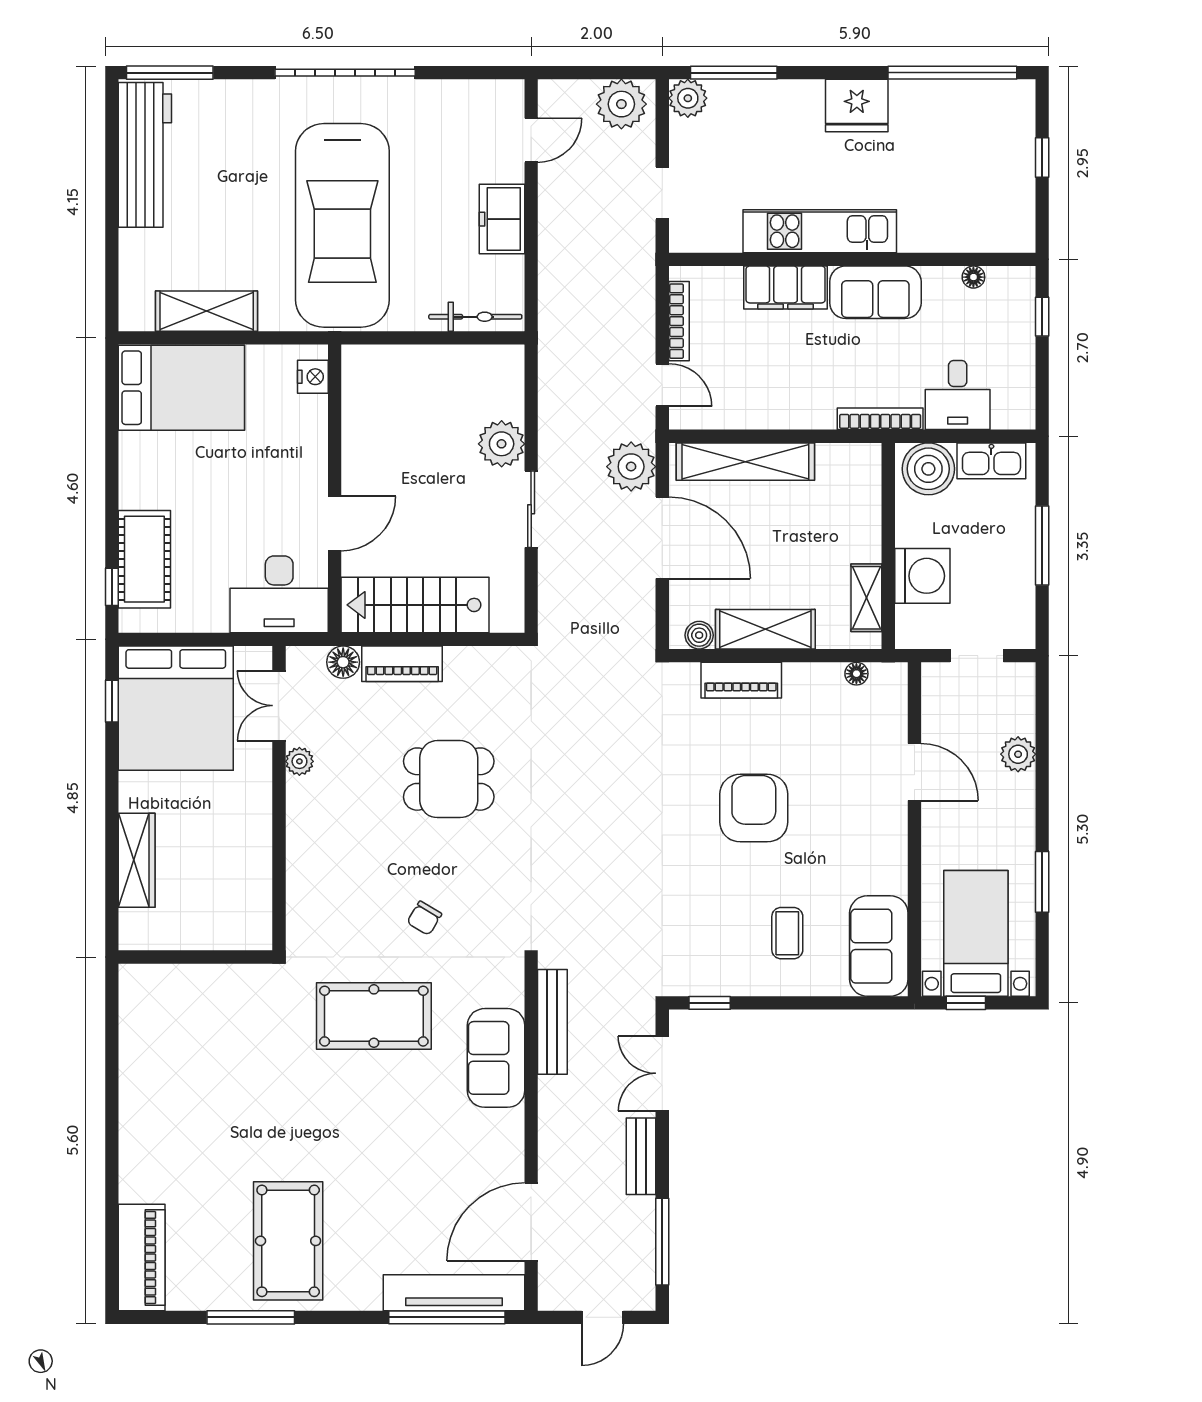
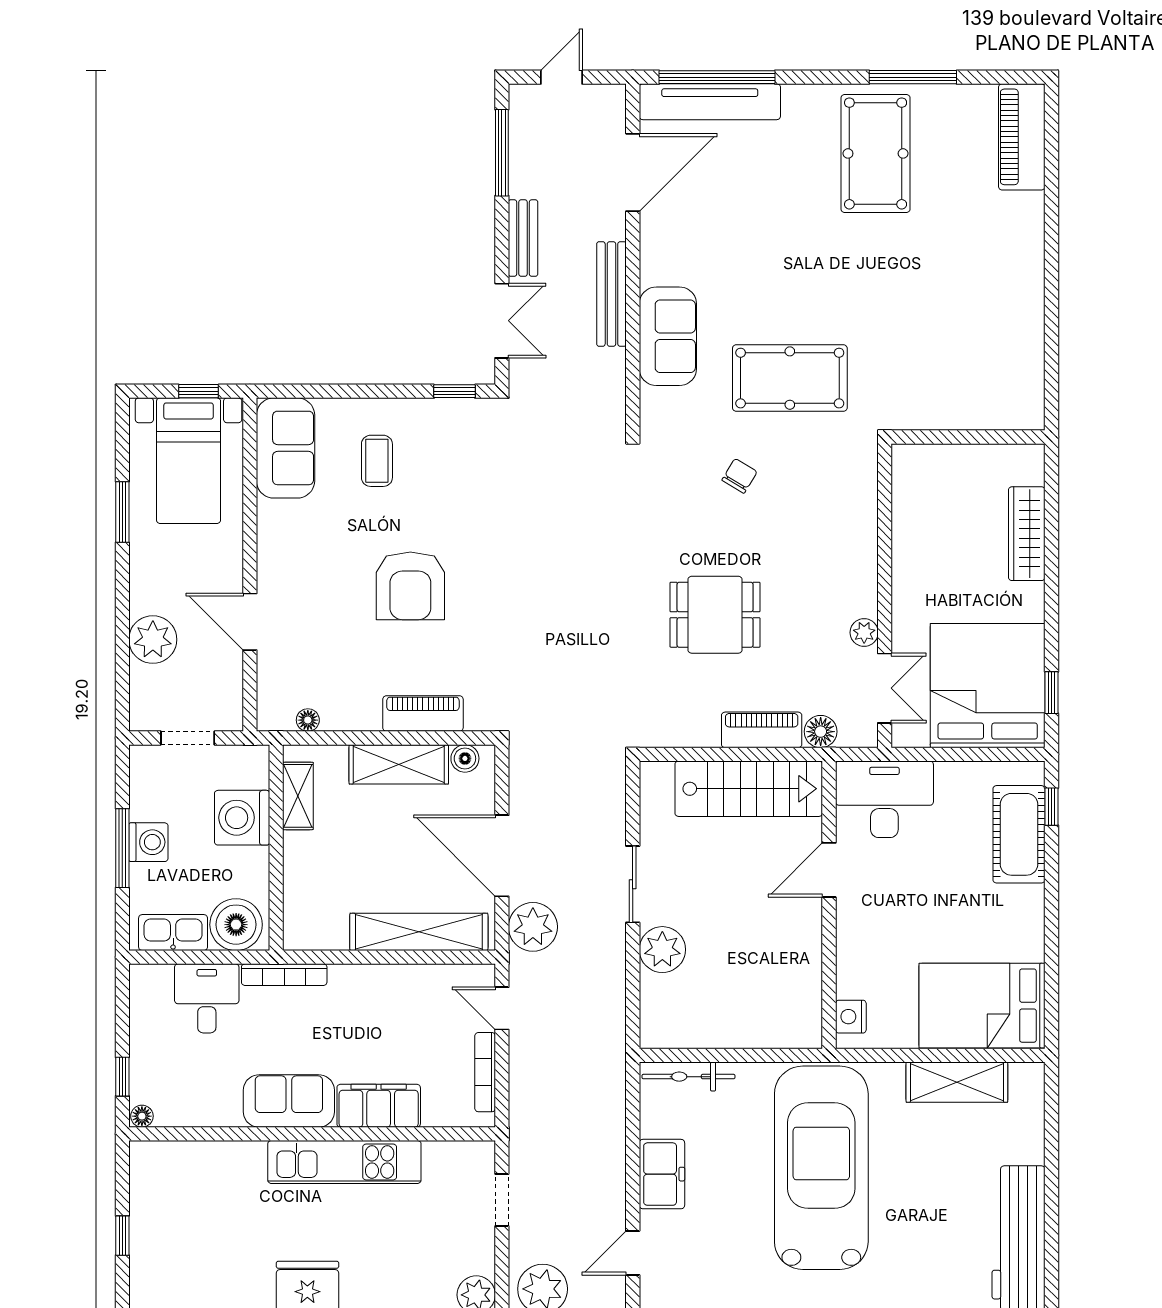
floor lamp: (973, 277) -> (142, 1116), moved
washing machine: (1016, 551) -> (148, 842), added
plant: (1018, 754) -> (153, 640), width x1.36, depth x1.36
bench: (552, 1022) -> (611, 294), moved

